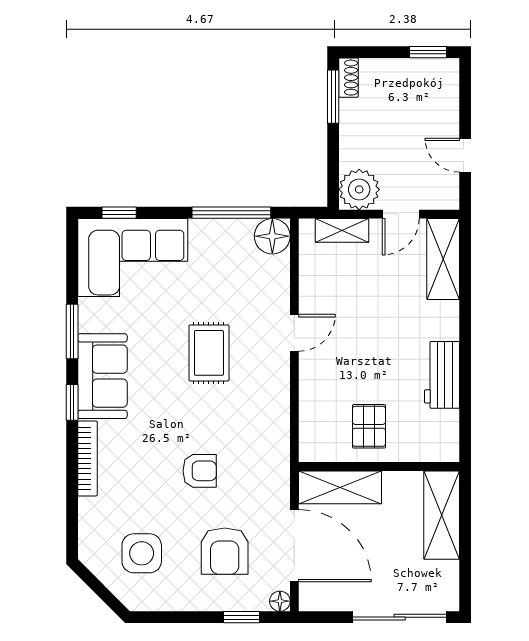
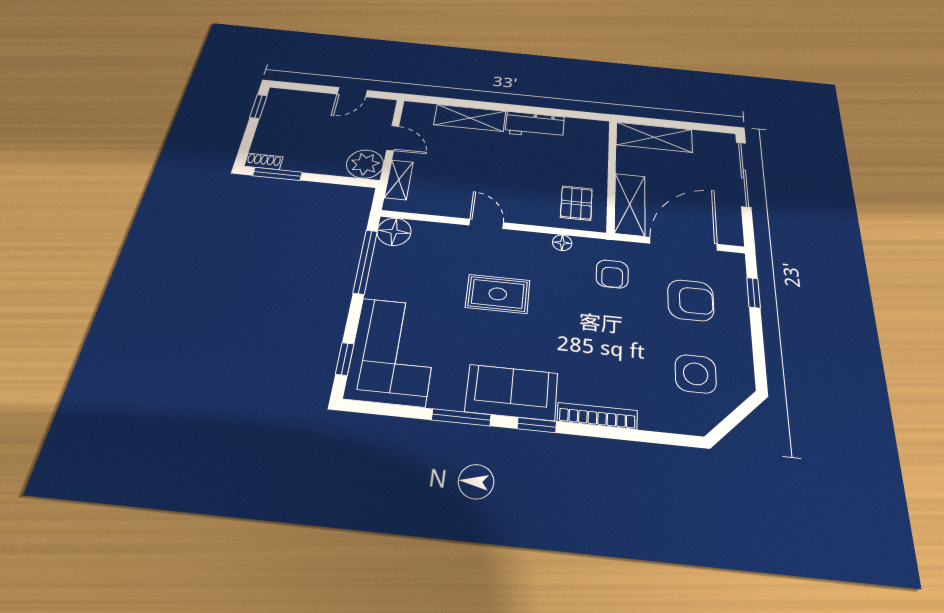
shelving: (443, 259) -> (470, 118), moved
pallet: (369, 426) -> (576, 203), moved, turned 90
armchair: (200, 471) -> (612, 274), moved, turned 180
floor lamp: (280, 601) -> (562, 243), moved

